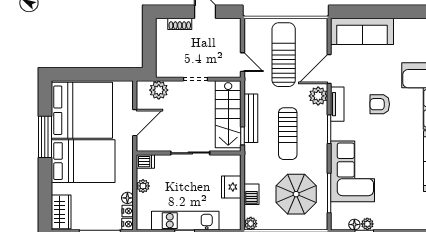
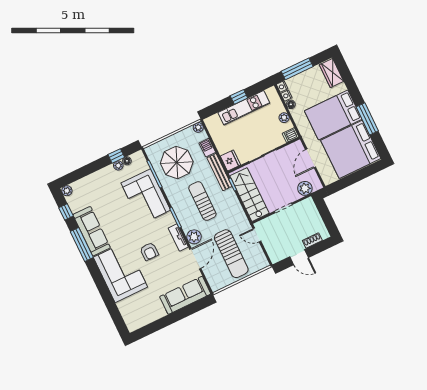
armchair: (380, 104) -> (149, 251), turned 90
bench: (251, 118) -> (220, 172), moved
fridge: (231, 187) -> (230, 161), moved

